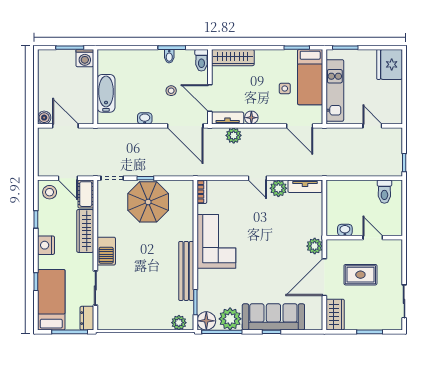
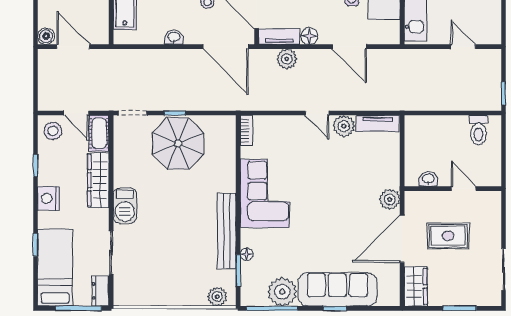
door: (300, 126) -> (349, 47), moved
floor lamp: (206, 321) -> (247, 254), moved, width x0.53, depth x0.53

